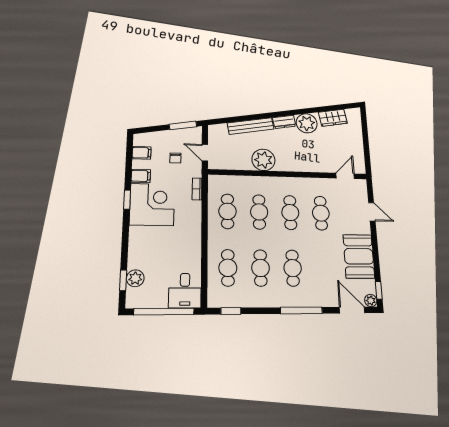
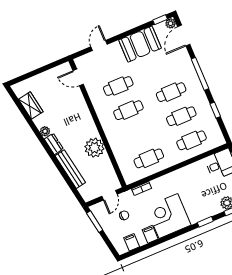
plant: (307, 123) -> (45, 131), width x0.53, depth x0.53
window: (127, 200) -> (205, 222), moved
cafe table: (259, 212) -> (139, 134), removed
window: (231, 311) -> (215, 110), moved

